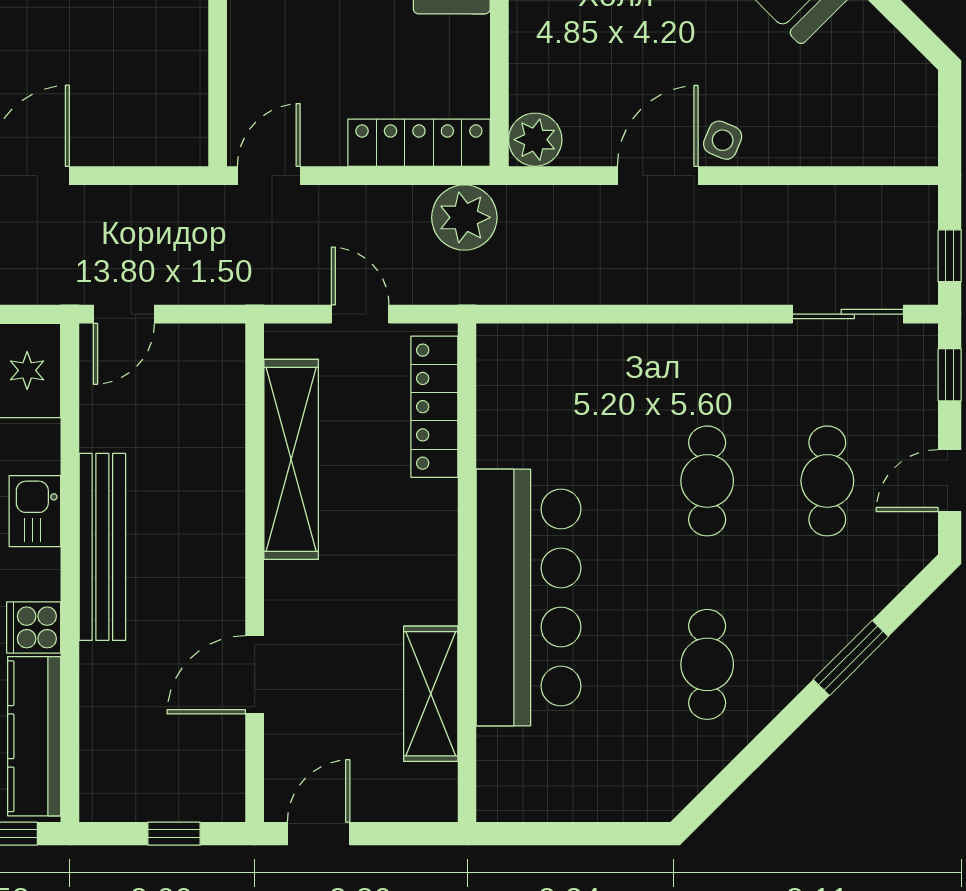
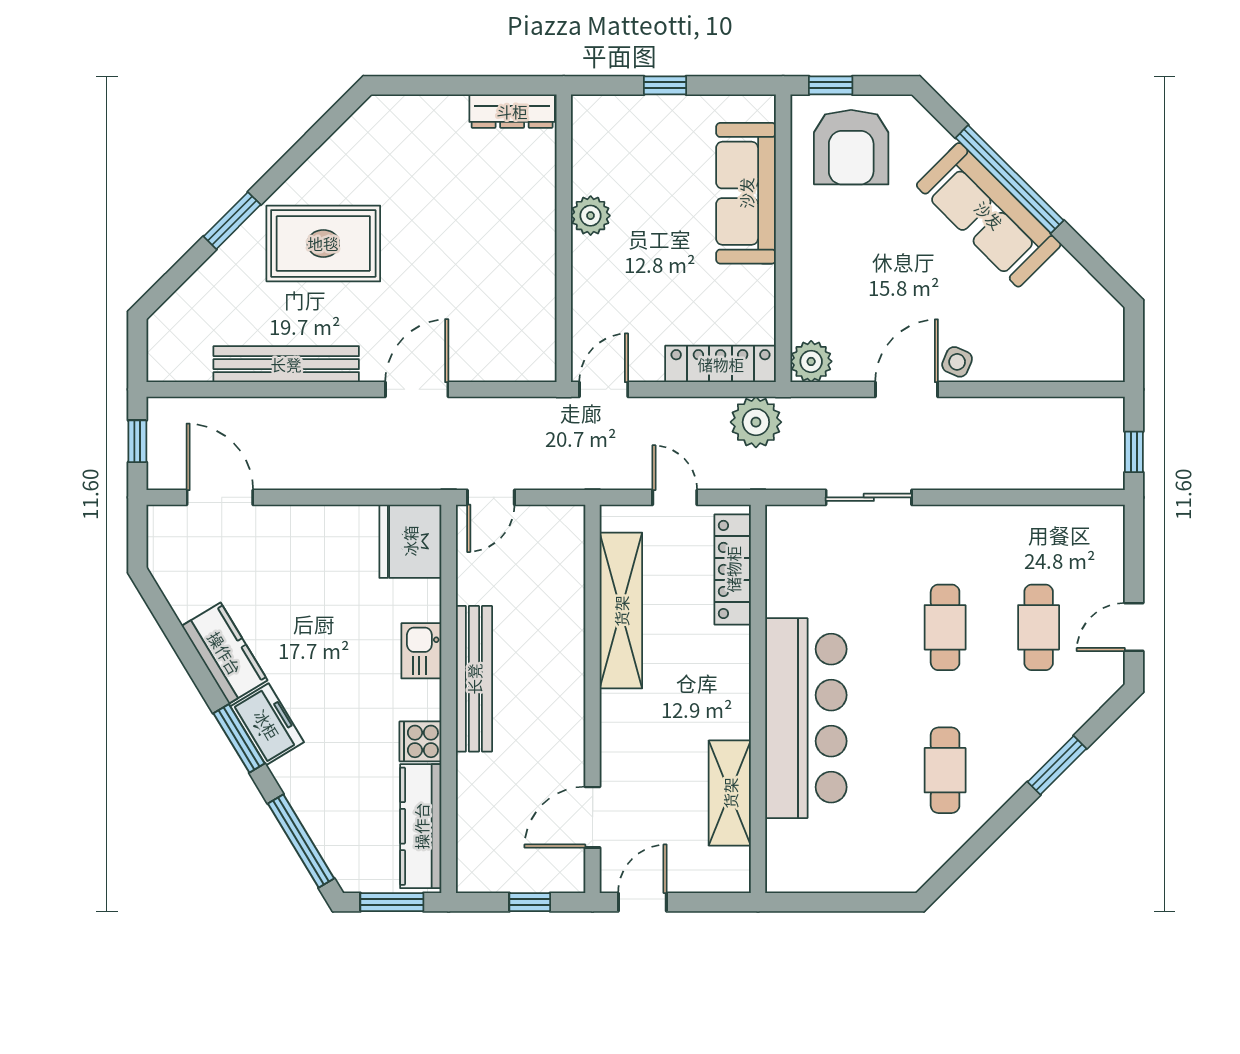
sliding door: (848, 314) -> (869, 497), moved
window: (950, 375) -> (1134, 545), removed
door: (255, 675) -> (593, 817), moved

